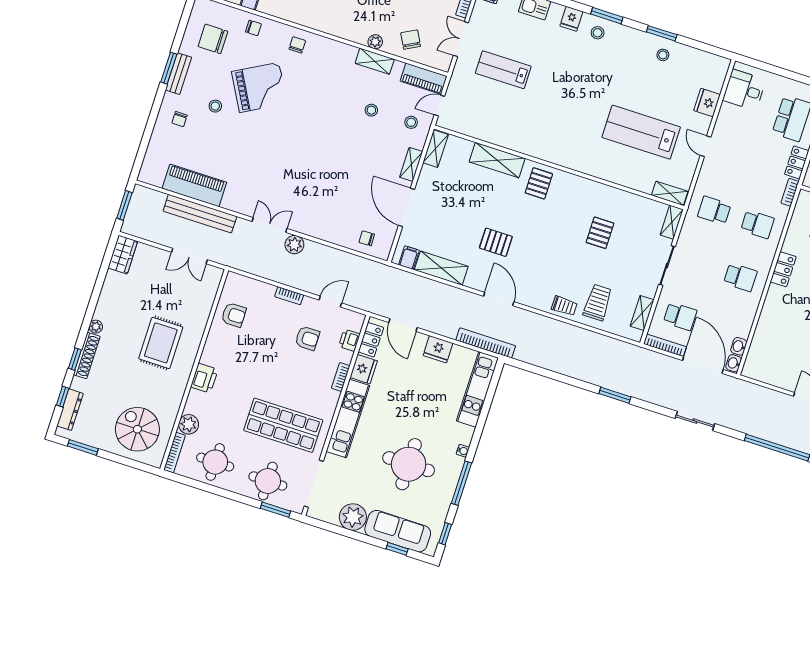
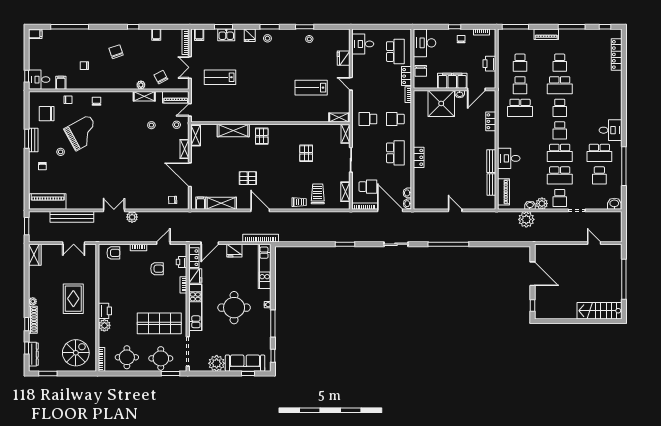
lab bench: (641, 132) -> (311, 88), width x0.73, depth x0.72
piano: (194, 185) -> (48, 201), moved
school desk: (757, 224) -> (395, 119), turned 180
locker: (783, 269) -> (419, 157), moved
school desk: (740, 277) -> (395, 153), width x1.85
armchair: (234, 315) -> (113, 253), moved
door: (403, 325) -> (210, 243), hinge flipped
plant: (189, 424) -> (104, 325), moved
spiral stairs: (137, 429) -> (76, 353), turned 90
round table: (409, 464) -> (234, 308), moved

